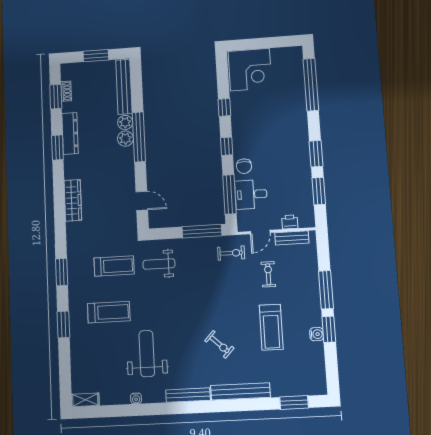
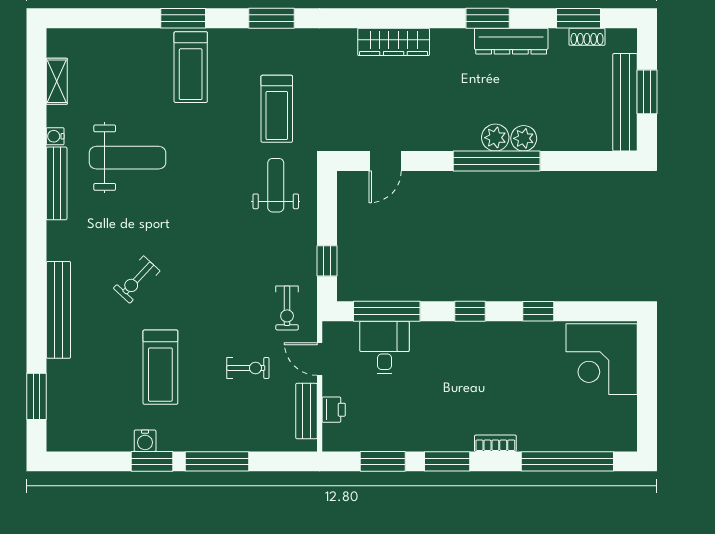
bench: (124, 87) -> (625, 102), moved, turned 90
bookcase: (303, 126) -> (495, 443), added
chair: (244, 166) -> (434, 339), removed
window: (202, 231) -> (327, 261), width x0.46
treadmill: (109, 312) -> (191, 67), moved
treadmill: (271, 327) -> (160, 367), turned -90
bench: (188, 395) -> (57, 183), moved
shelving: (85, 400) -> (57, 81), moved

